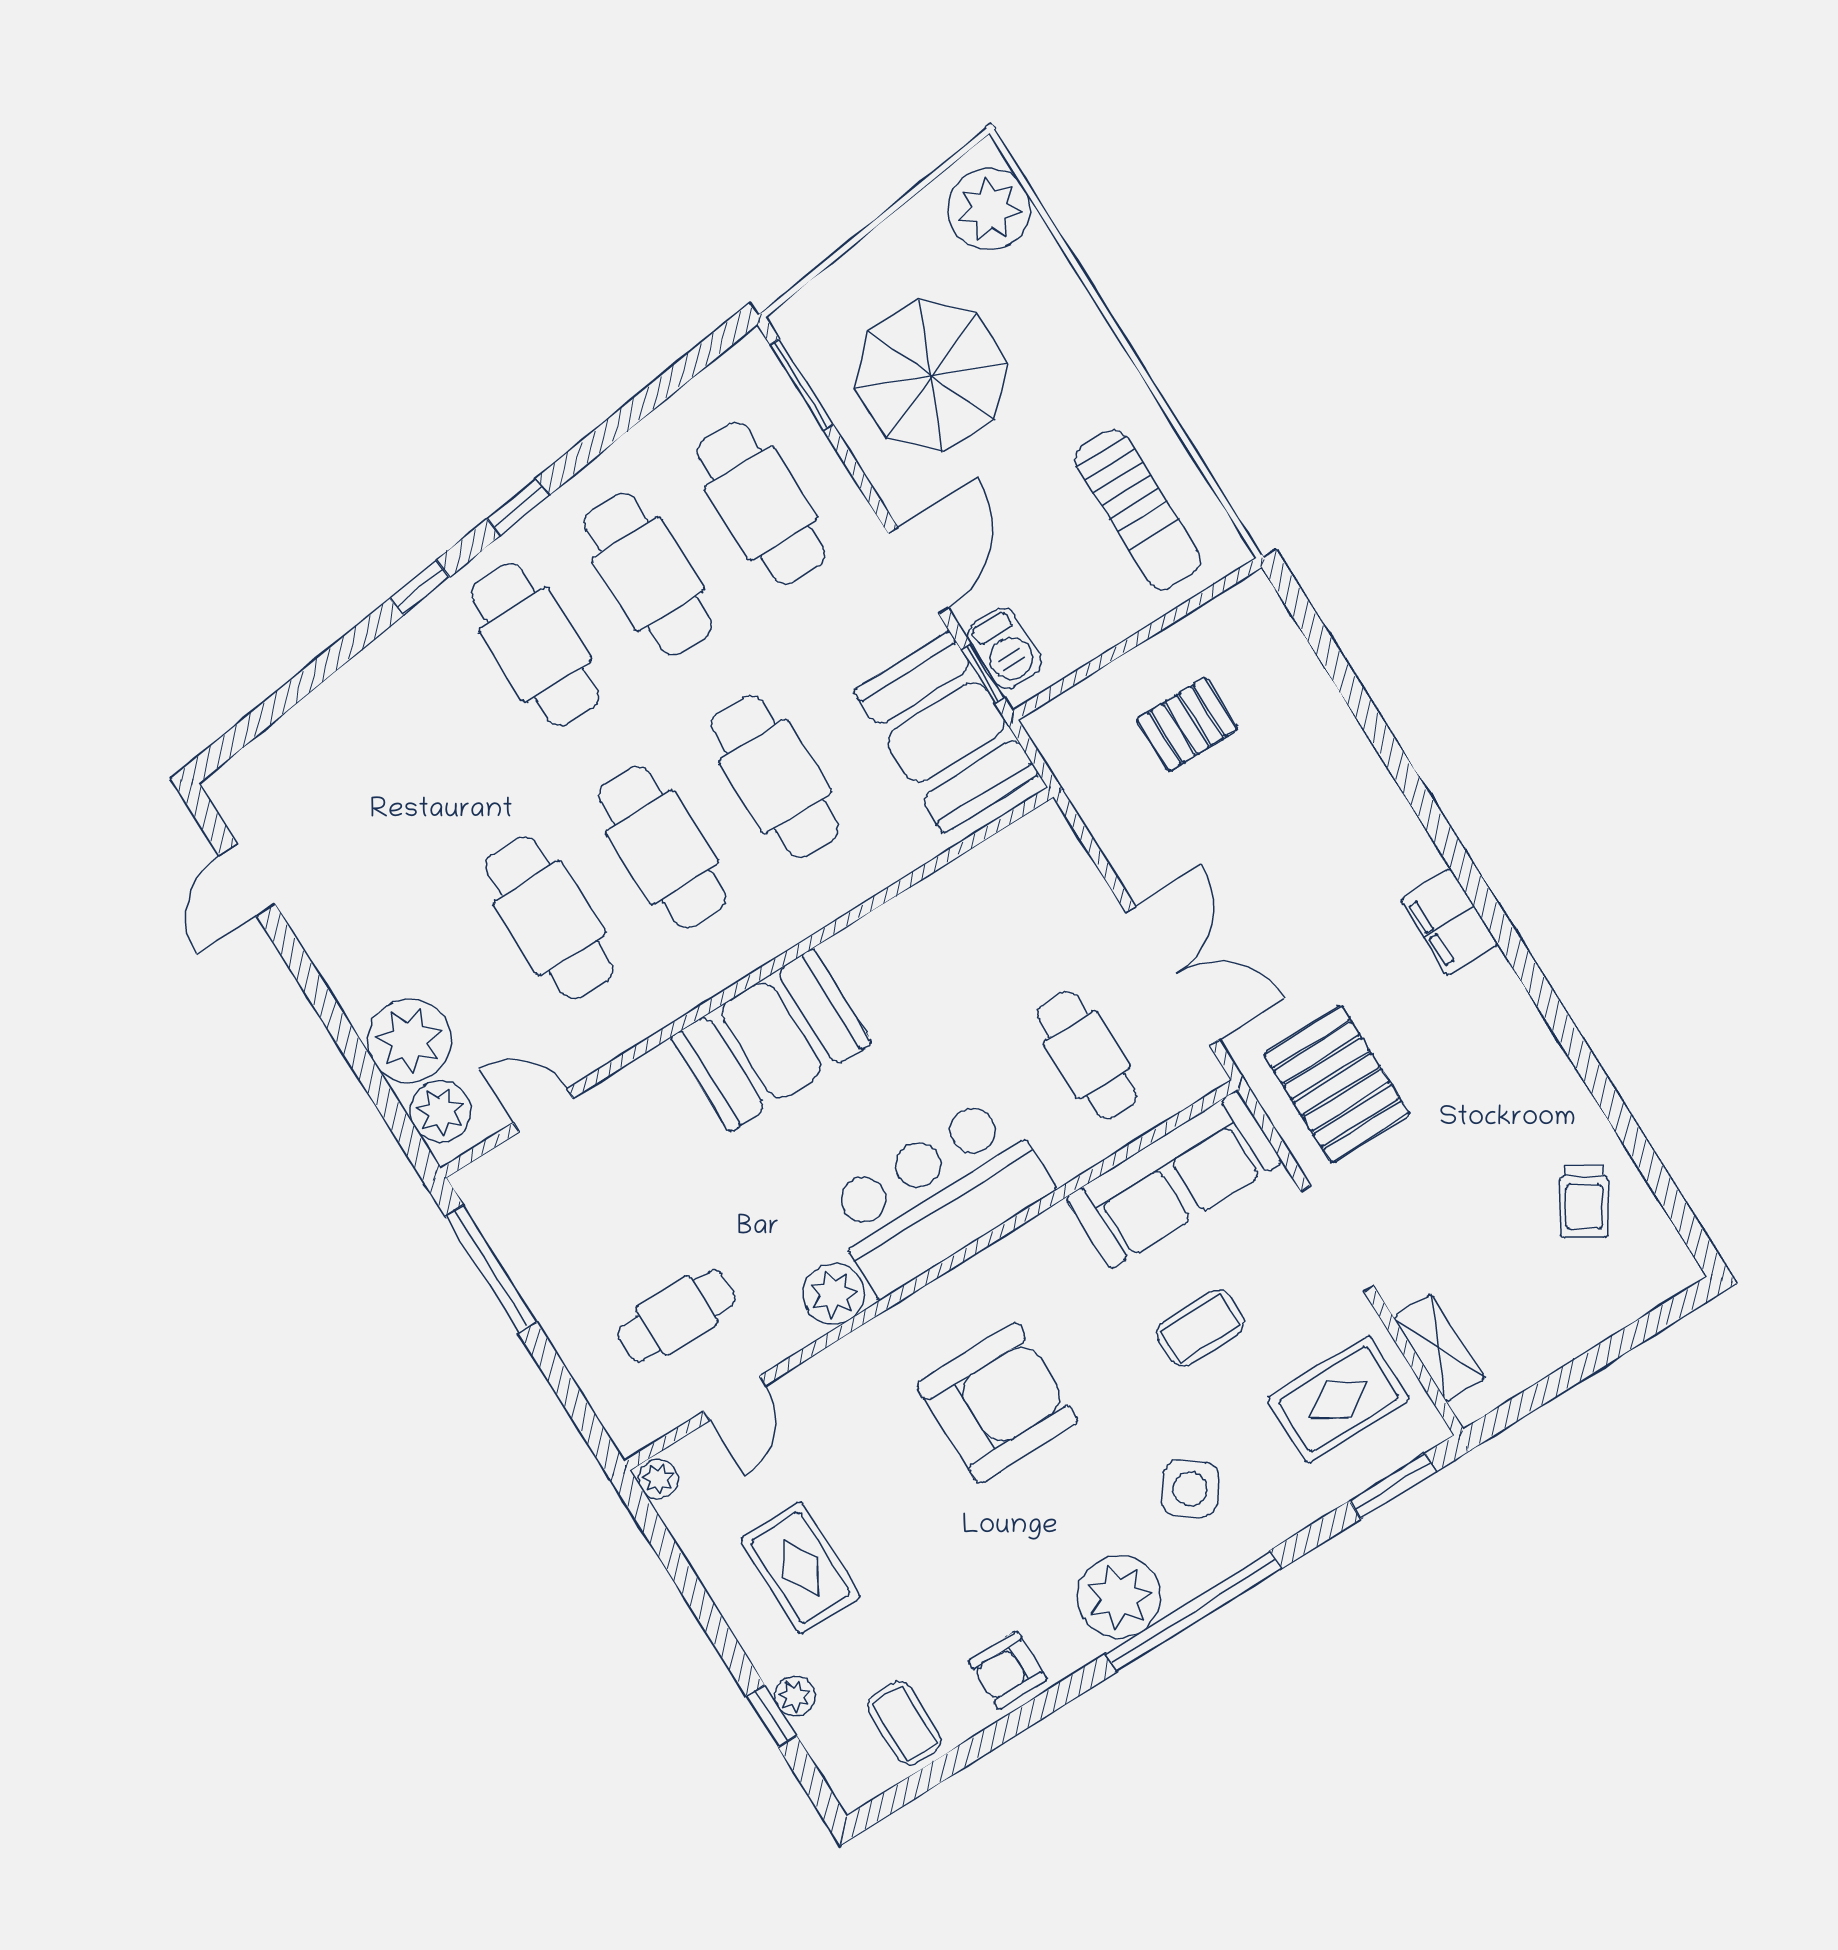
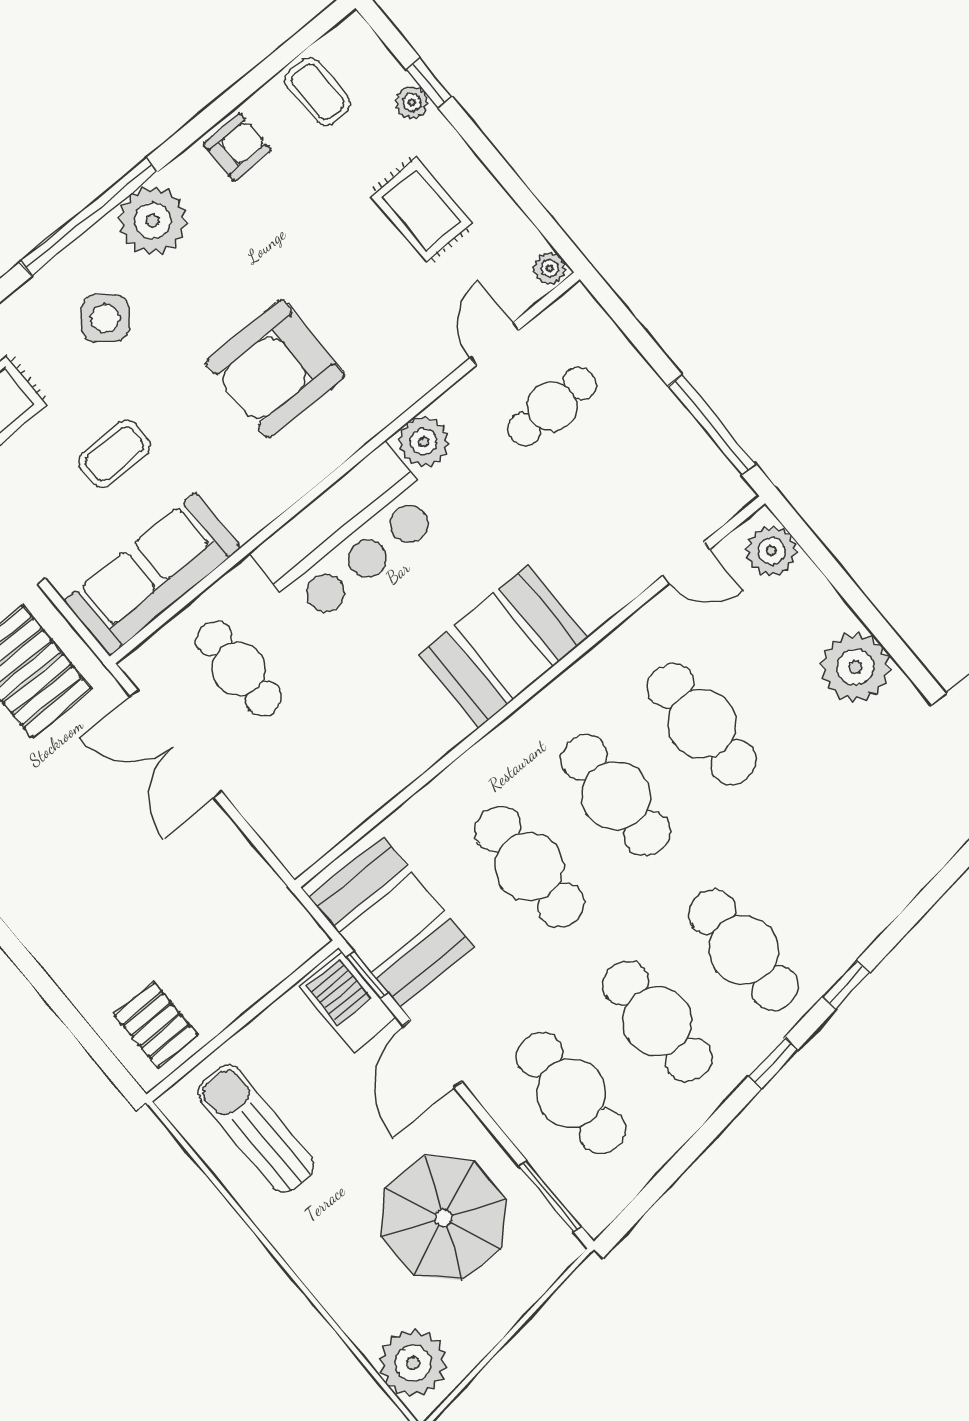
barbecue: (1005, 648) -> (347, 1002), width x1.38, depth x1.27
pallet: (1187, 724) -> (156, 1025), moved, turned 90
plant: (409, 1041) -> (855, 667), moved

